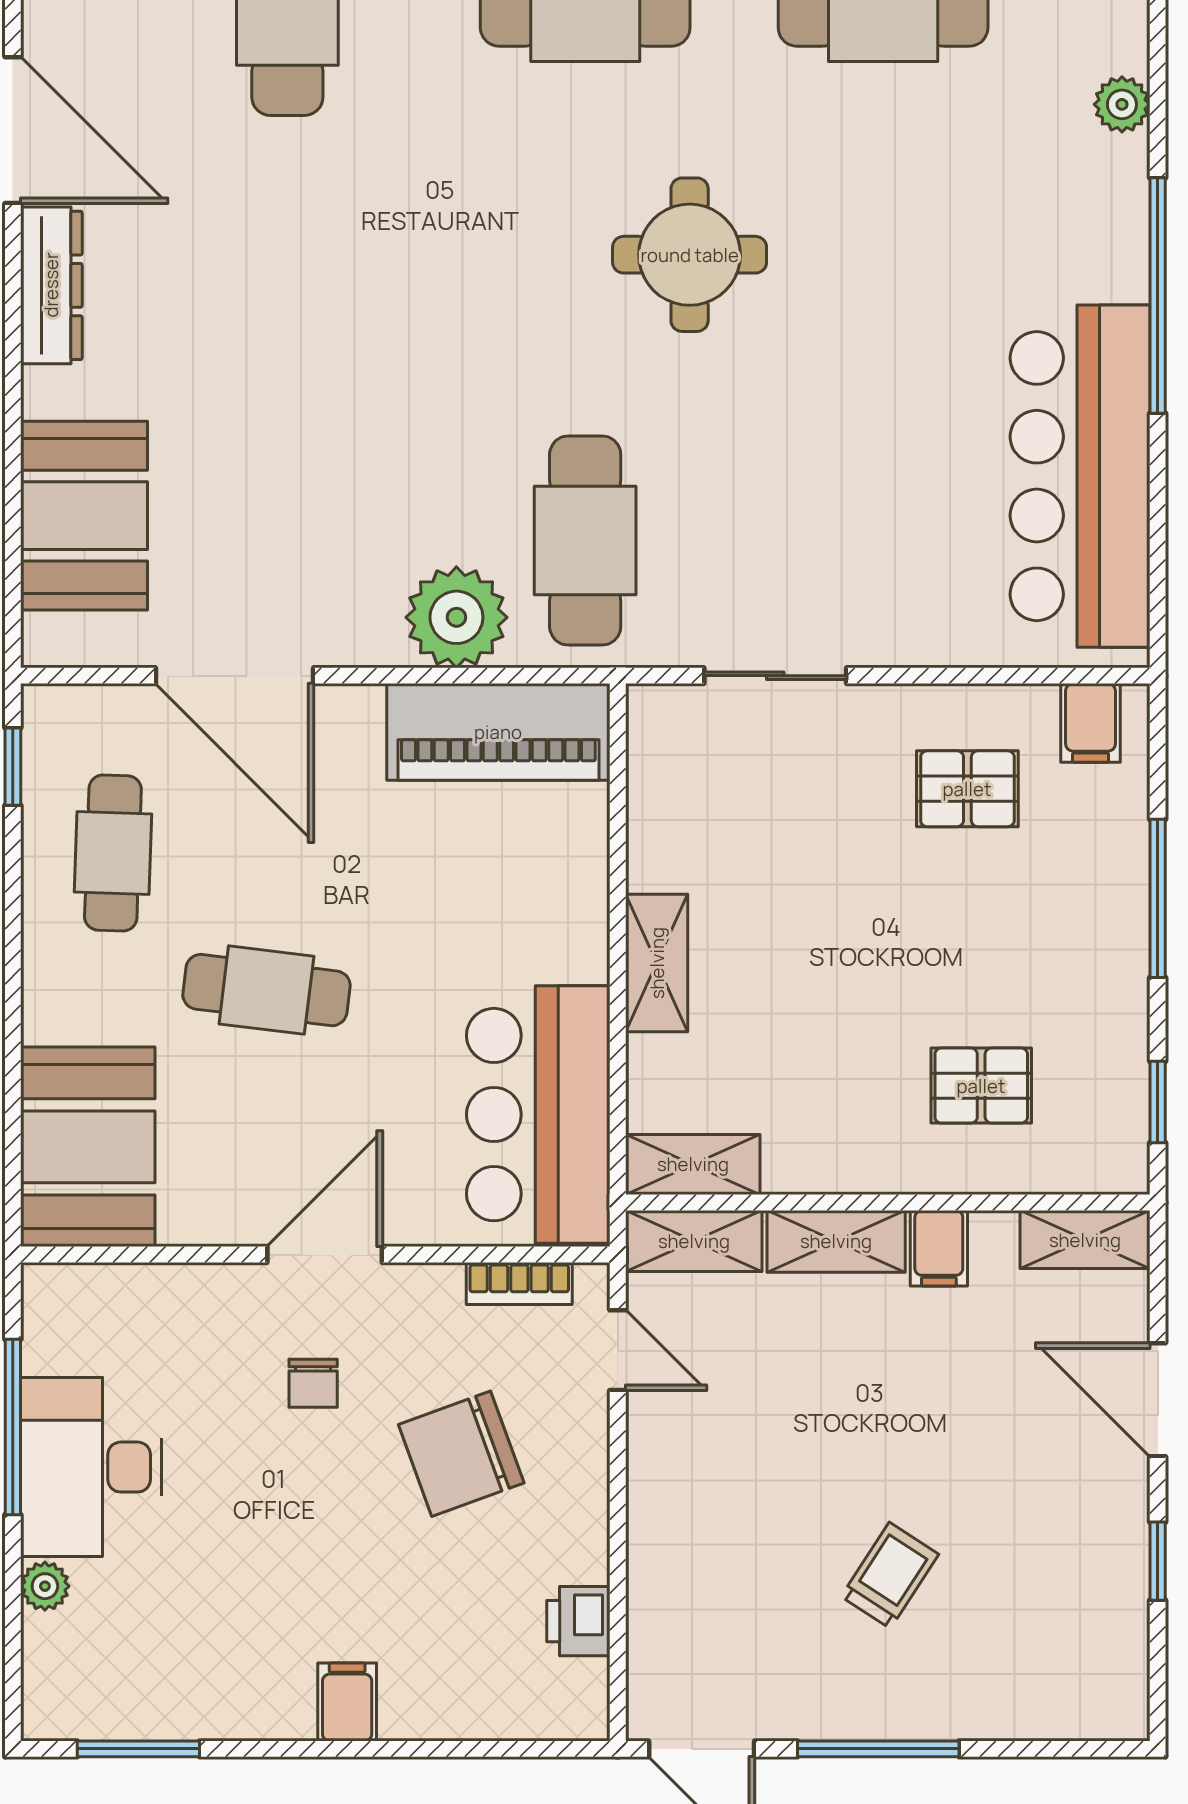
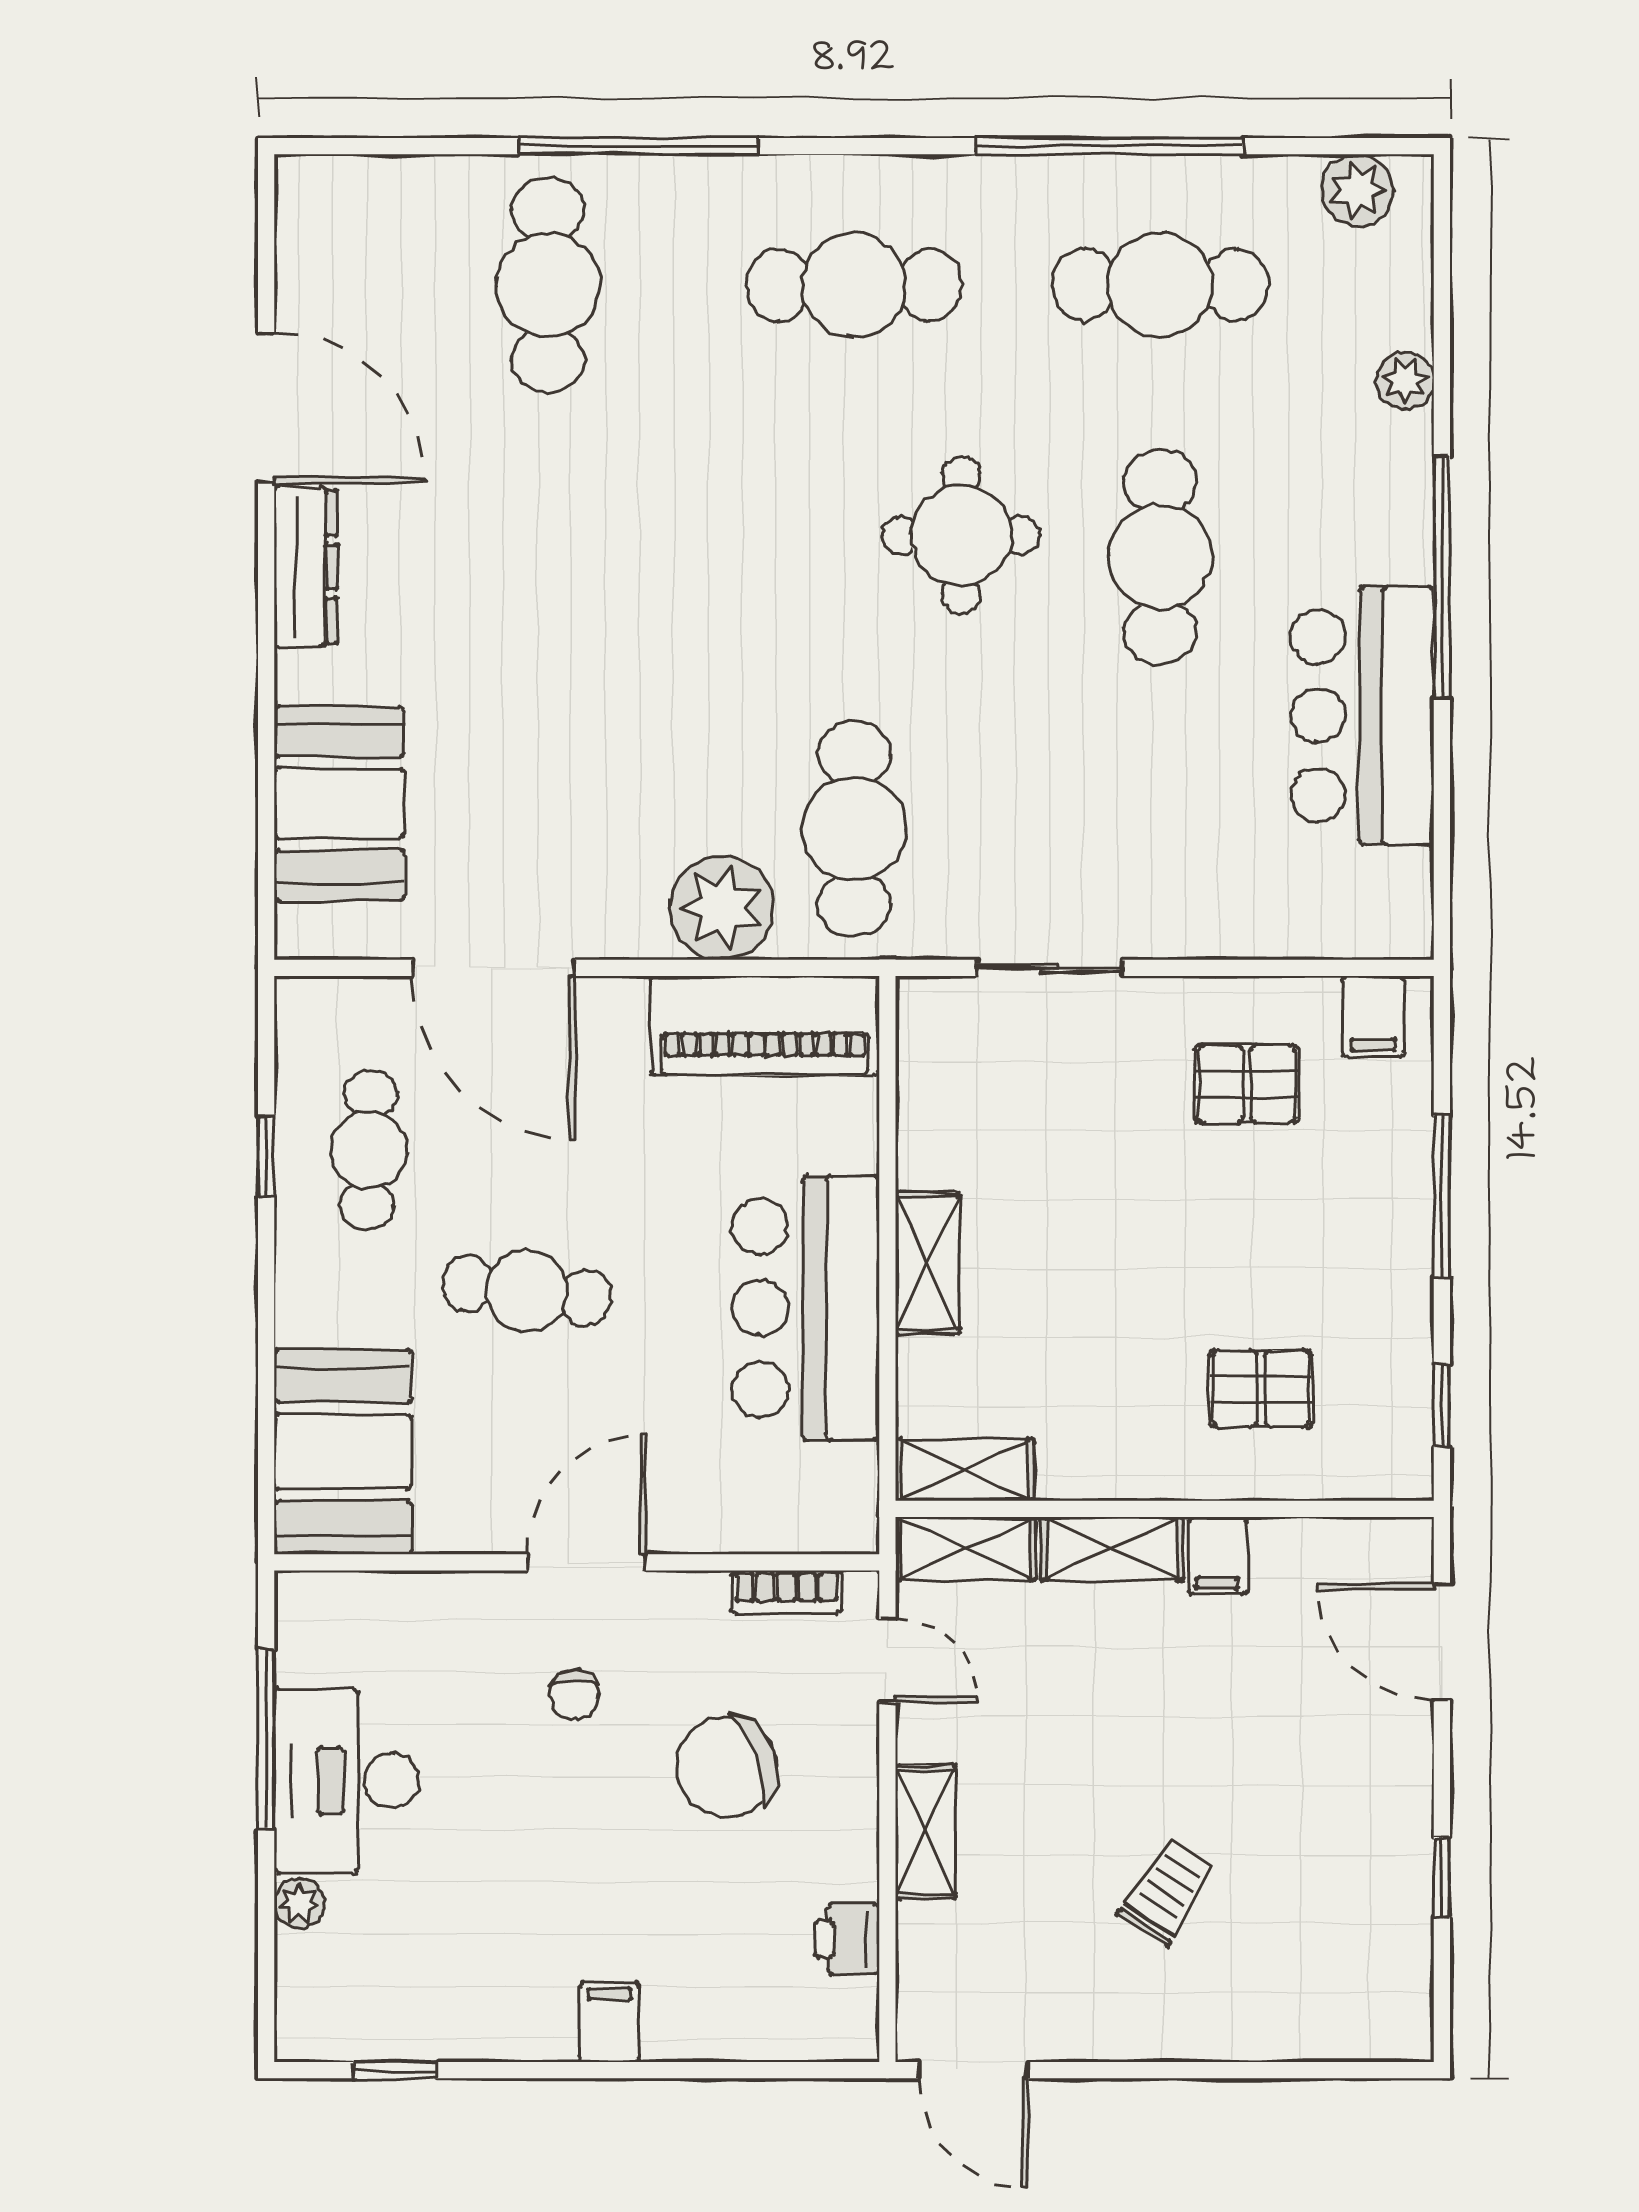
cafe table: (883, 276) -> (1160, 557), added
bar counter: (1080, 476) -> (1362, 716), width x0.73
window: (13, 767) -> (266, 1156), moved
bar counter: (538, 1115) -> (806, 1308), moved
shelving: (1085, 1240) -> (925, 1832), moved, turned 90
door: (1158, 1400) -> (1442, 1642), moved
window: (138, 1749) -> (395, 2070), width x0.67
window: (878, 1749) -> (1155, 2070), removed

